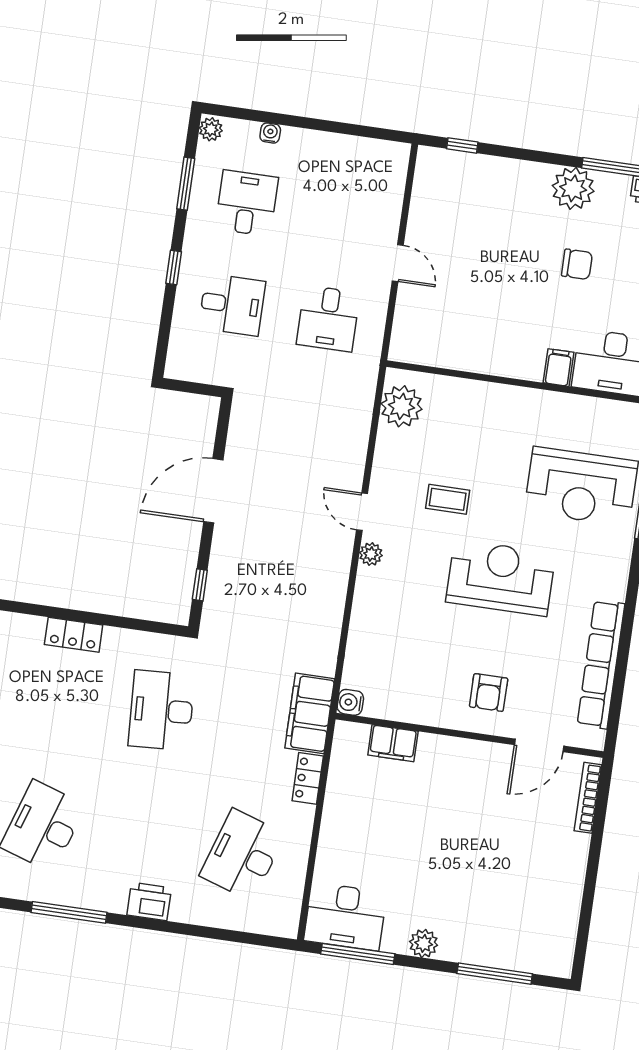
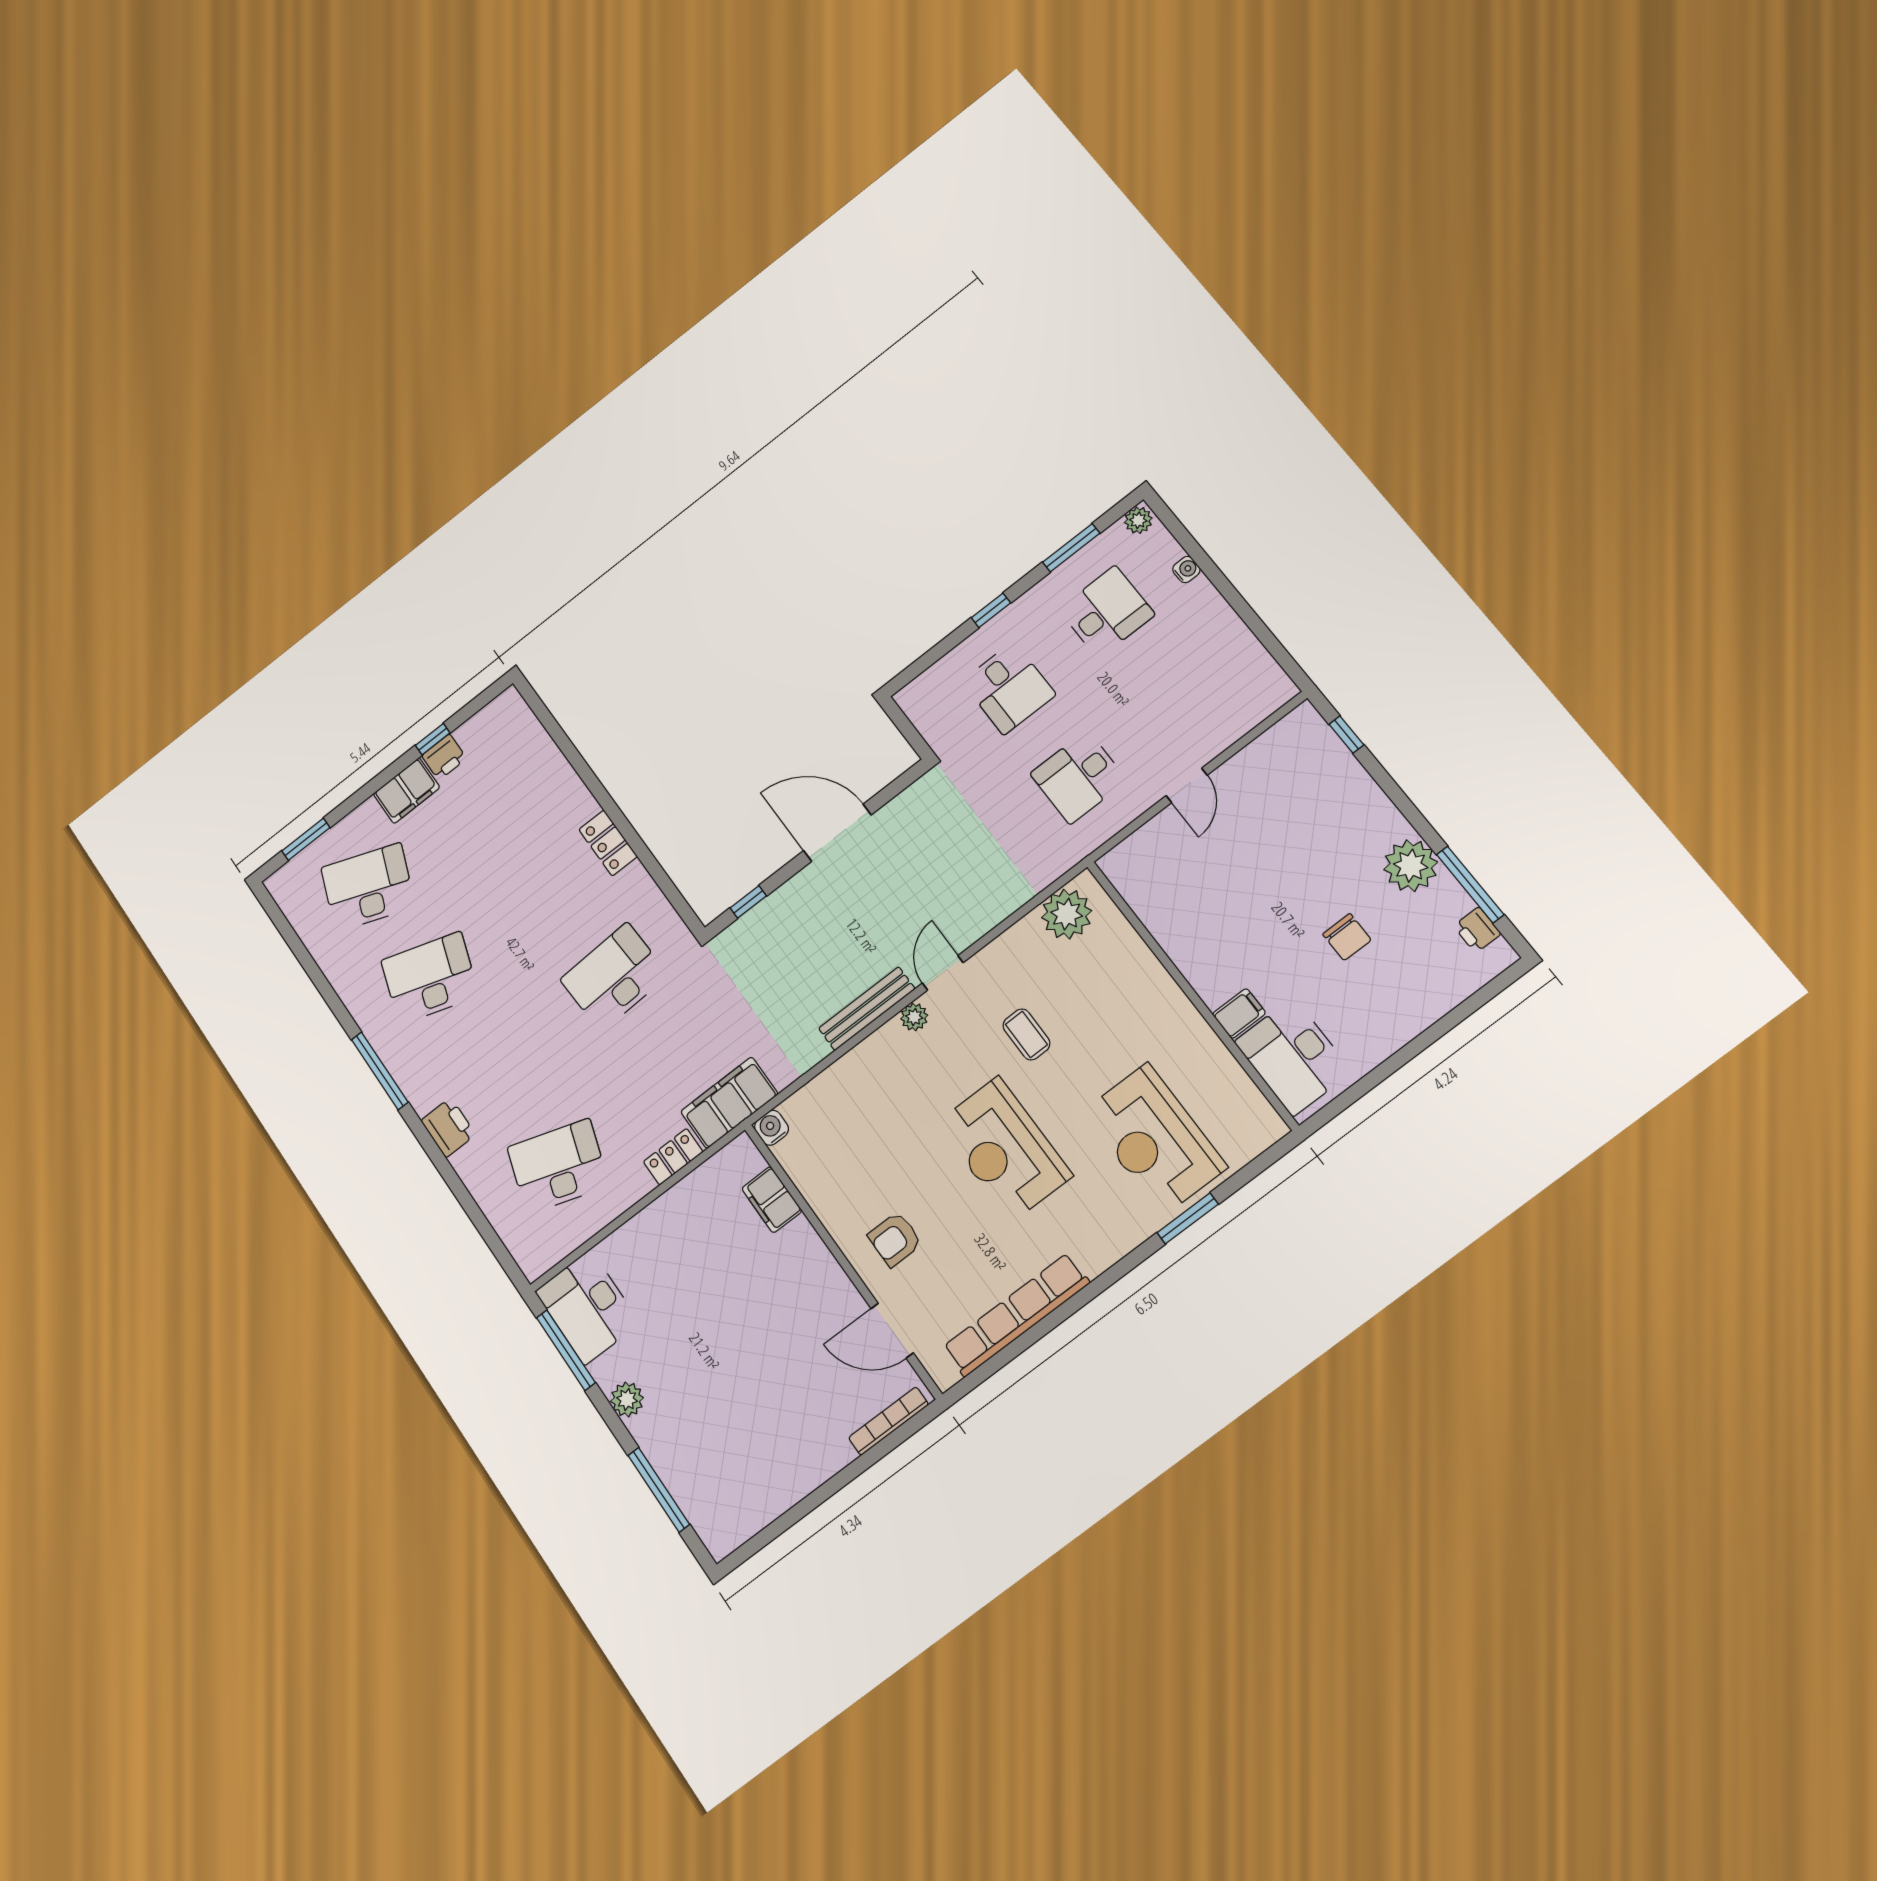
bench: (337, 577) -> (867, 1009), added
reception desk: (501, 578) -> (1005, 1149), turned 180

